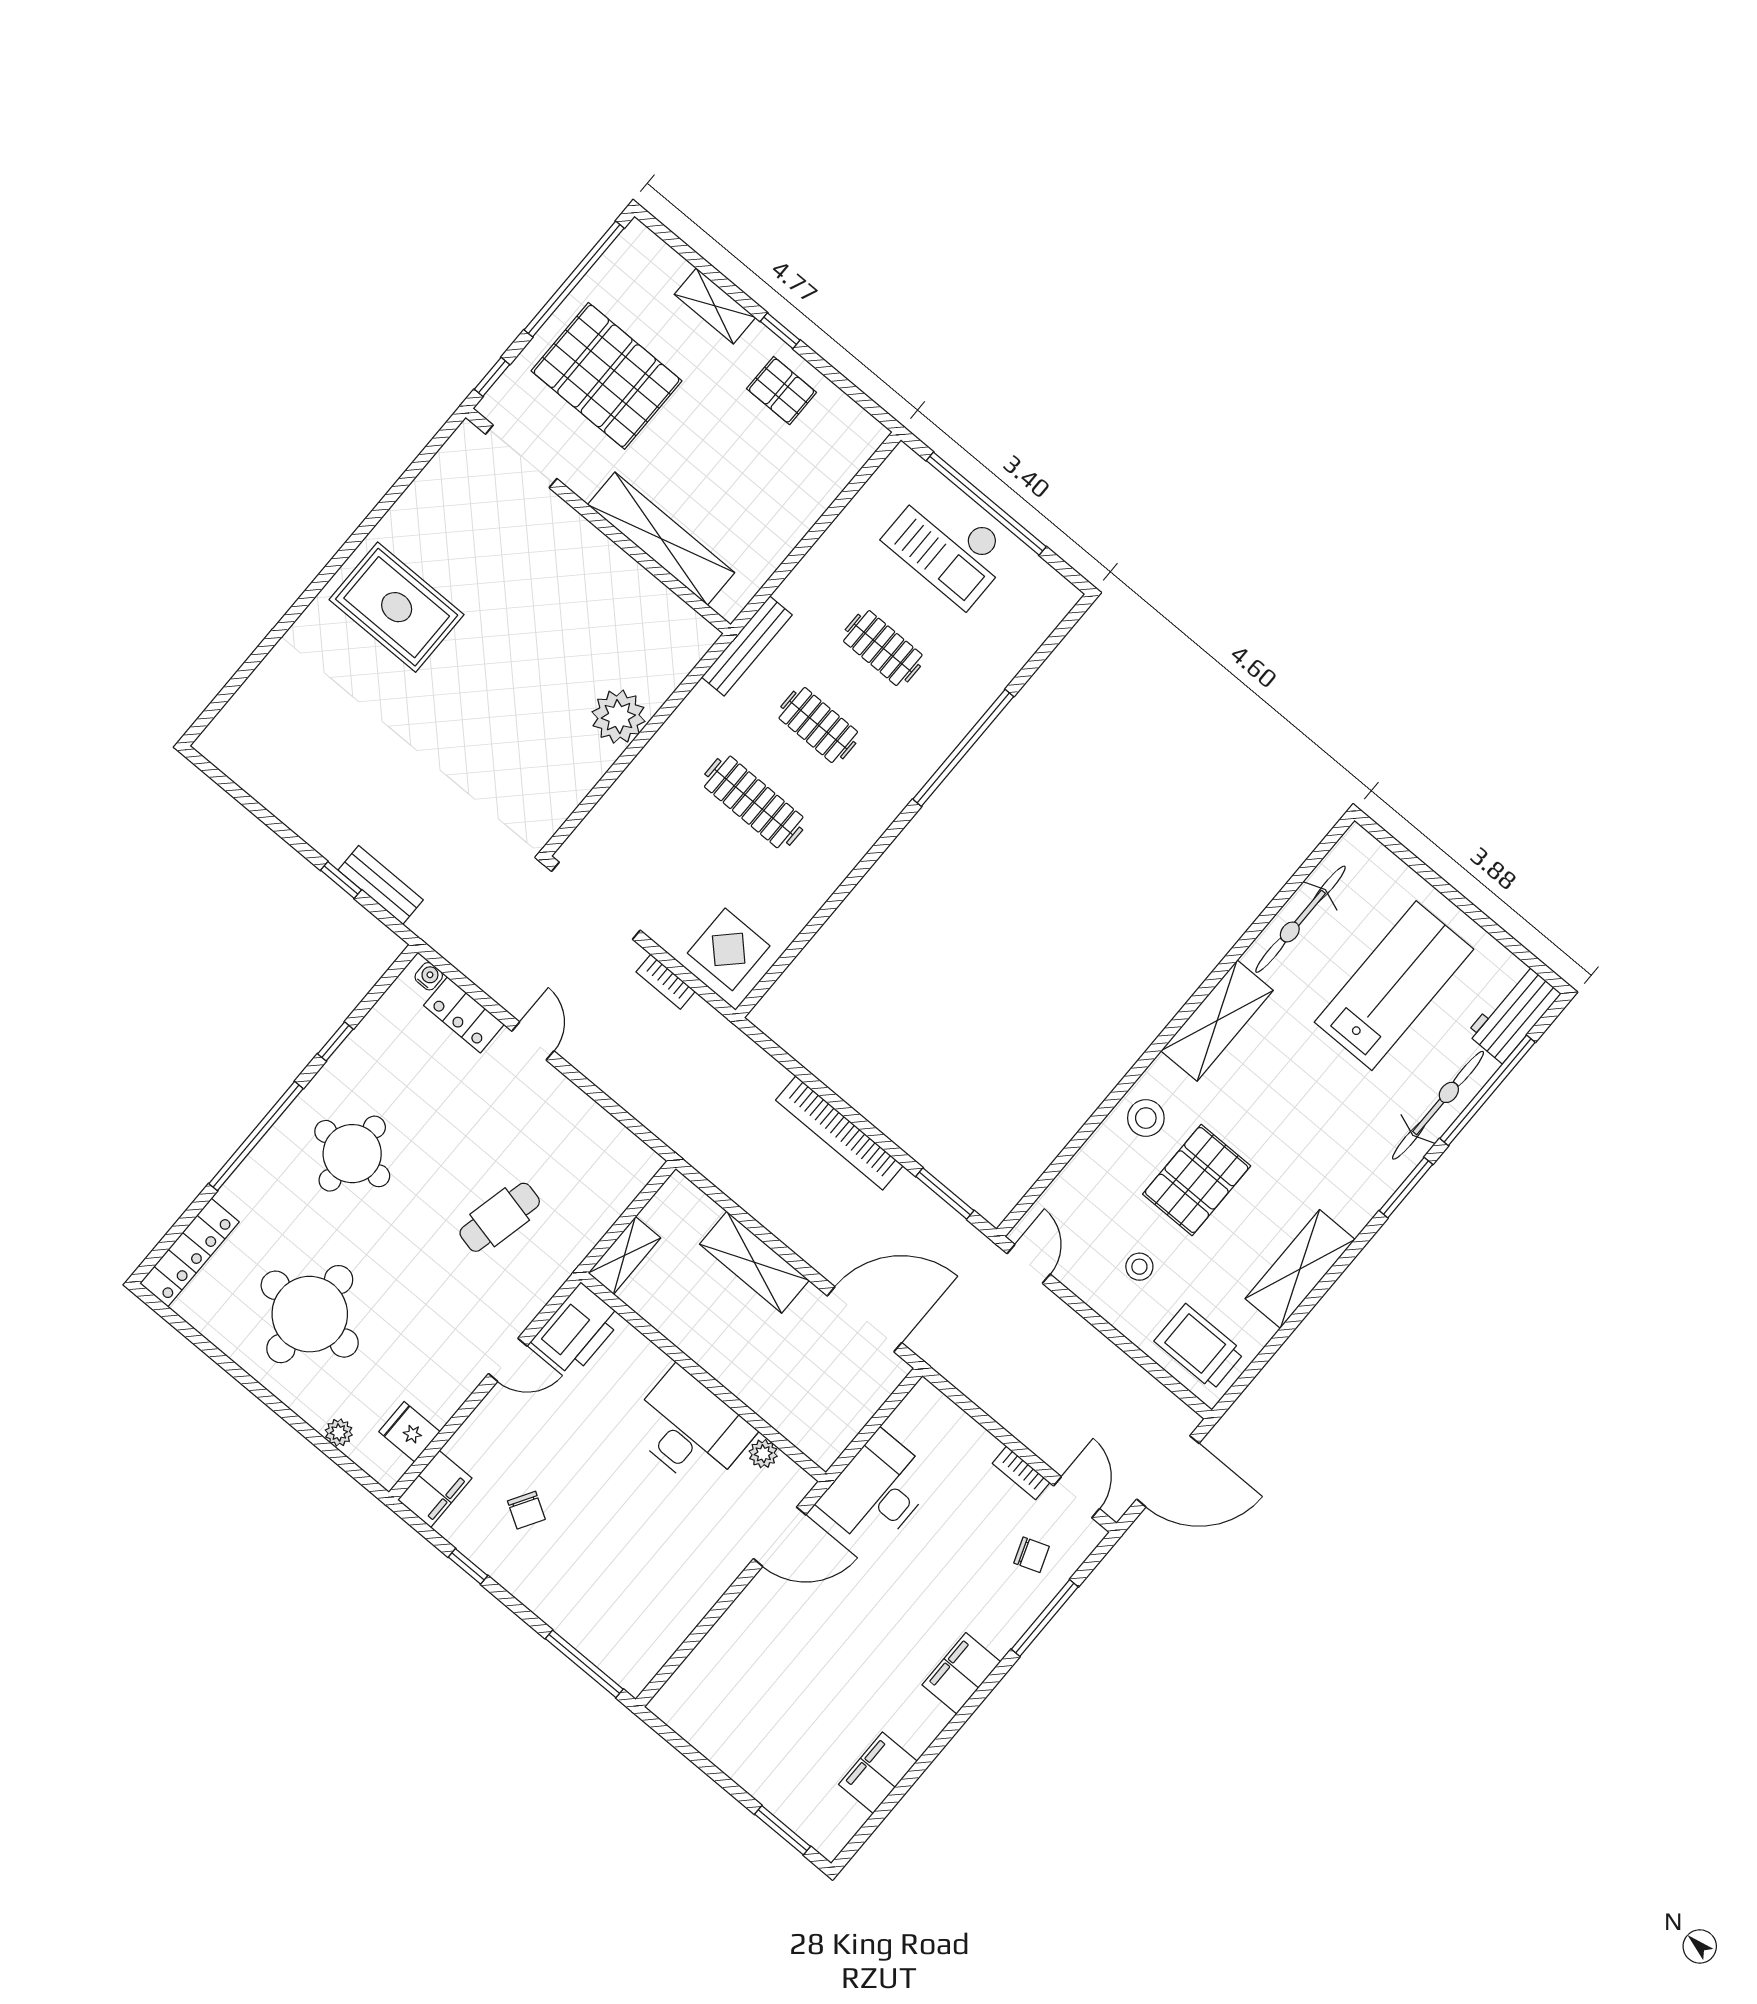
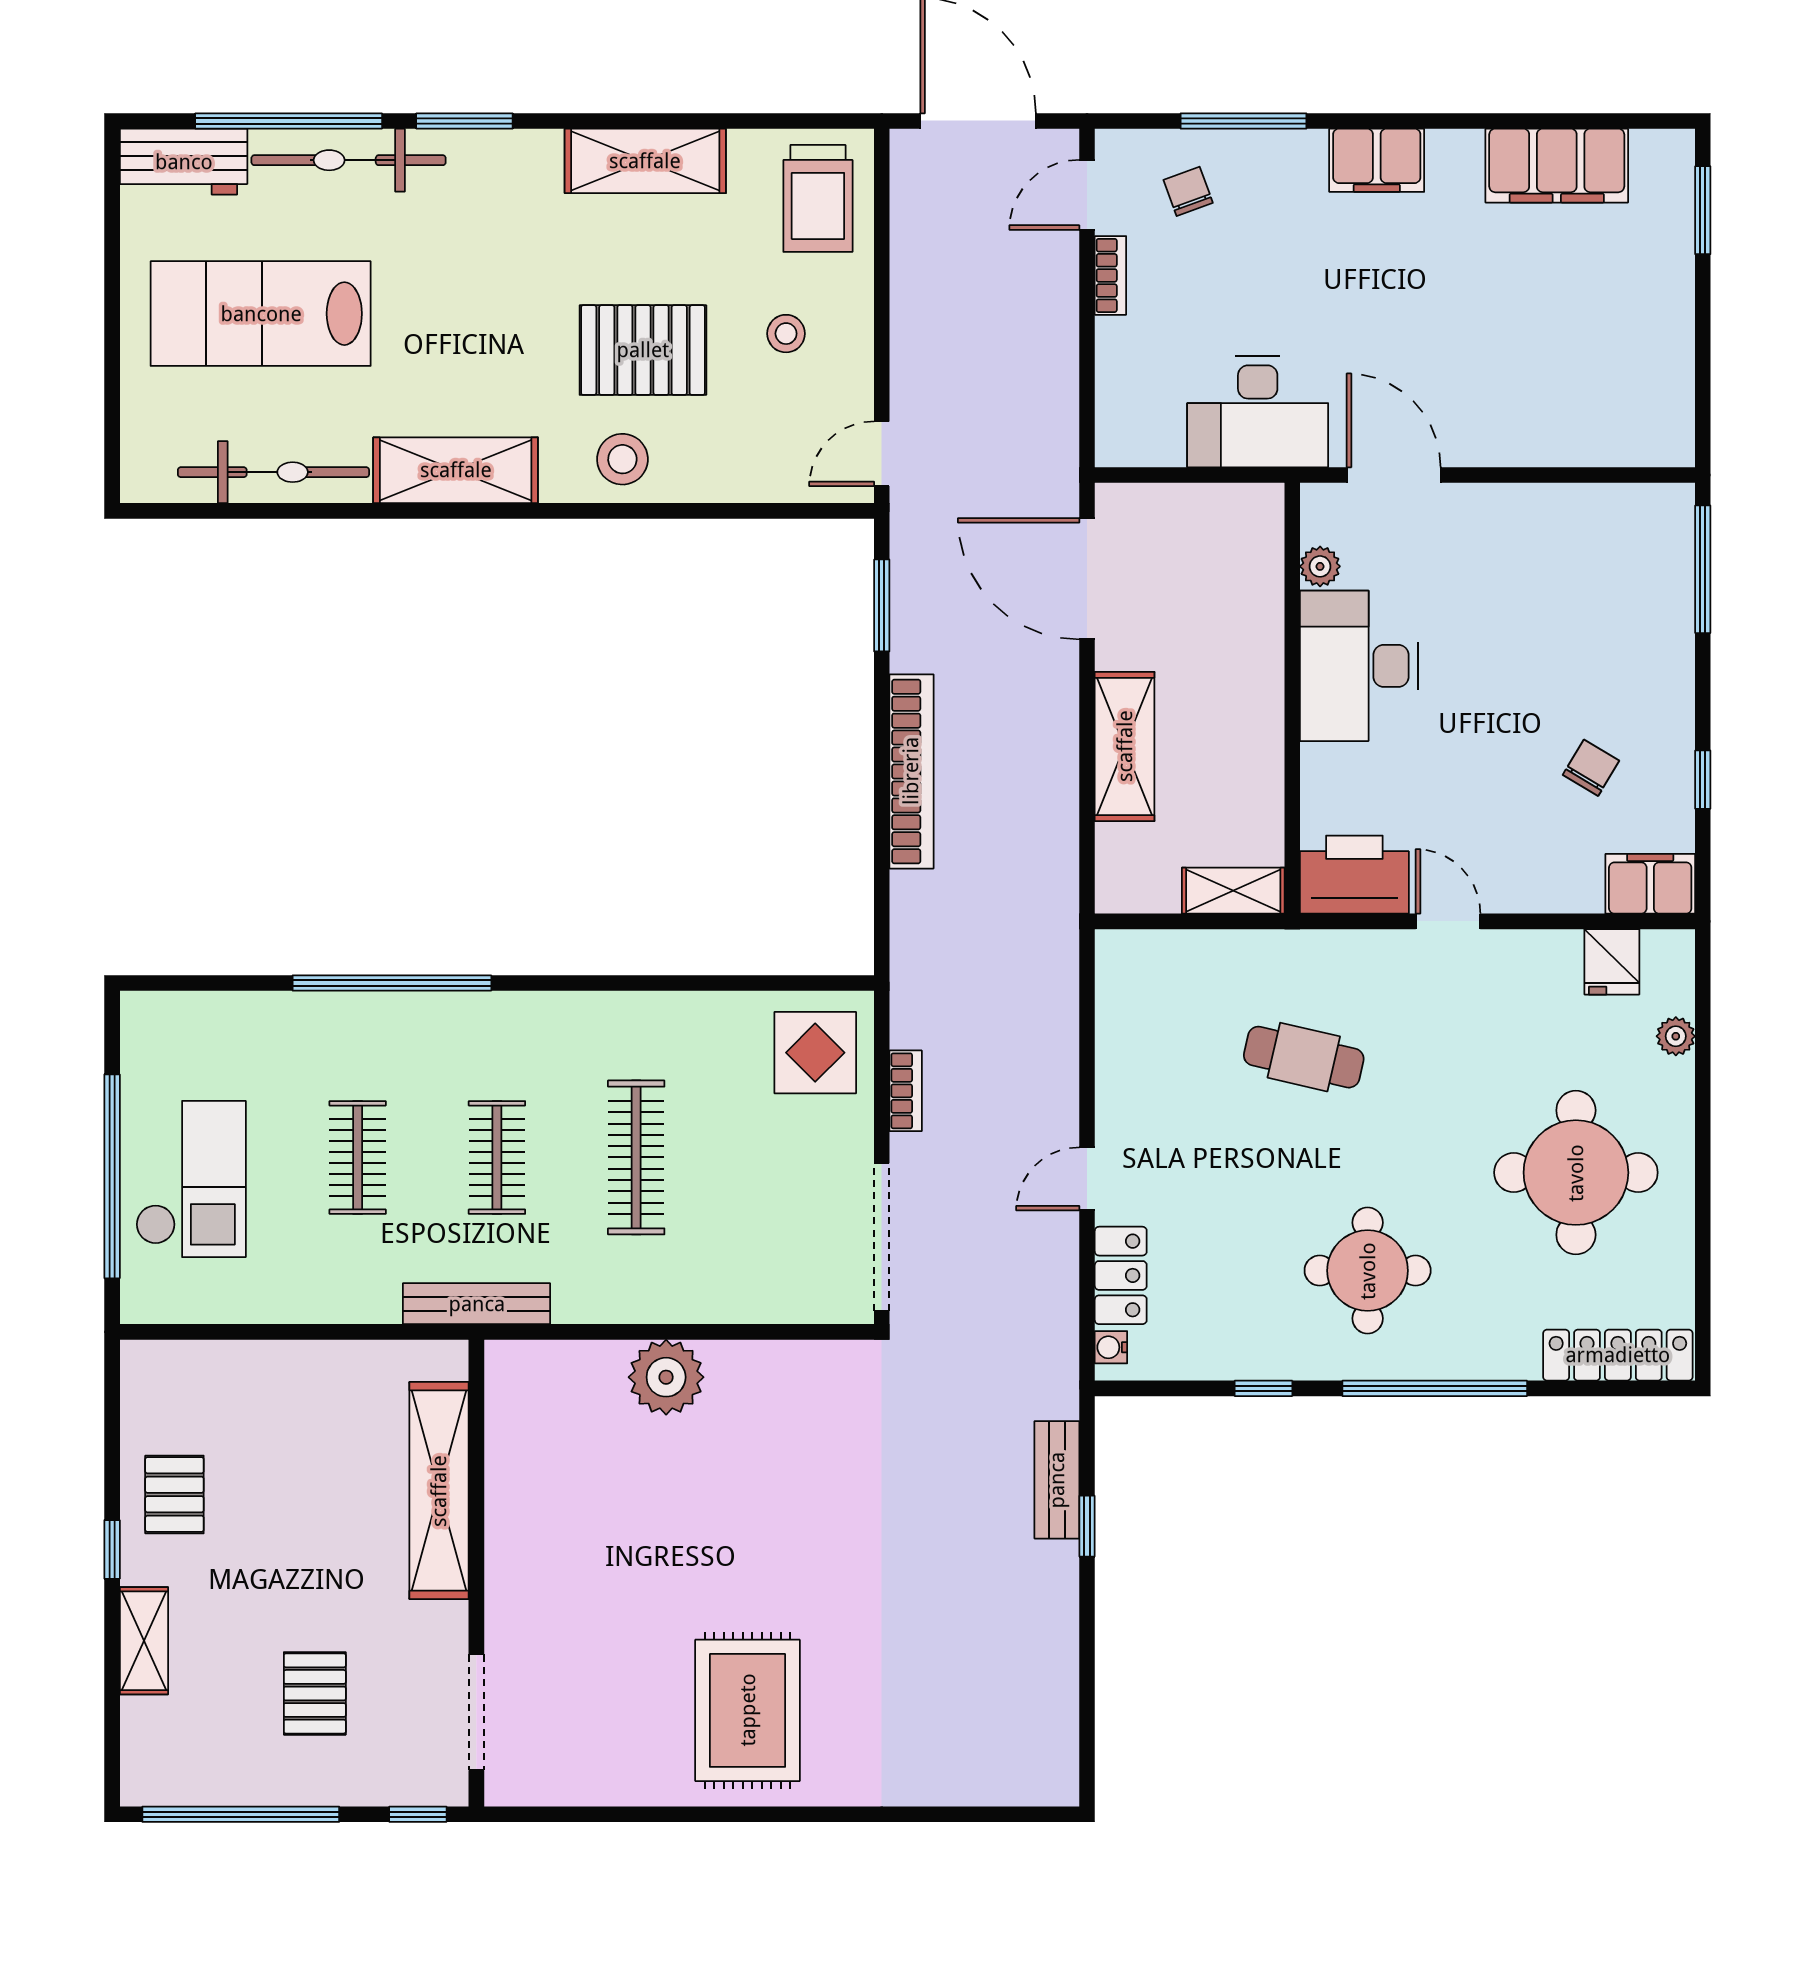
pallet: (607, 376) -> (315, 1693), width x0.49, depth x0.50
filing cabinet: (878, 1773) -> (1557, 166), width x1.50, depth x1.17

